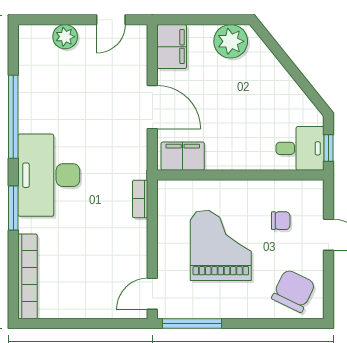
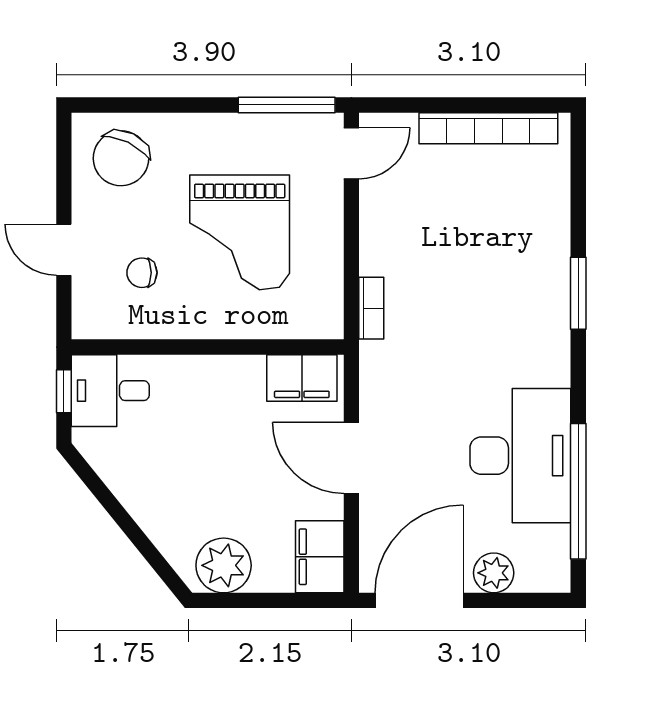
door: (111, 20) -> (419, 600), width x1.87
window: (13, 117) -> (578, 491), moved
desk: (49, 175) -> (520, 456), moved
bookcase: (28, 276) -> (488, 128), moved, turned -90

